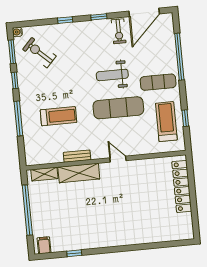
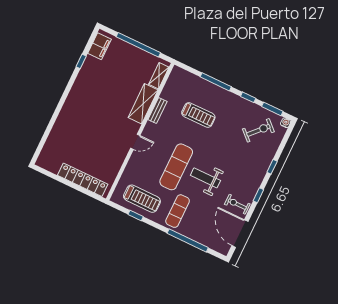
weight bench: (112, 75) -> (205, 178), turned -90
treadmill: (58, 116) -> (198, 115), turned -90
filing cabinet: (44, 245) -> (100, 46), width x2.00

